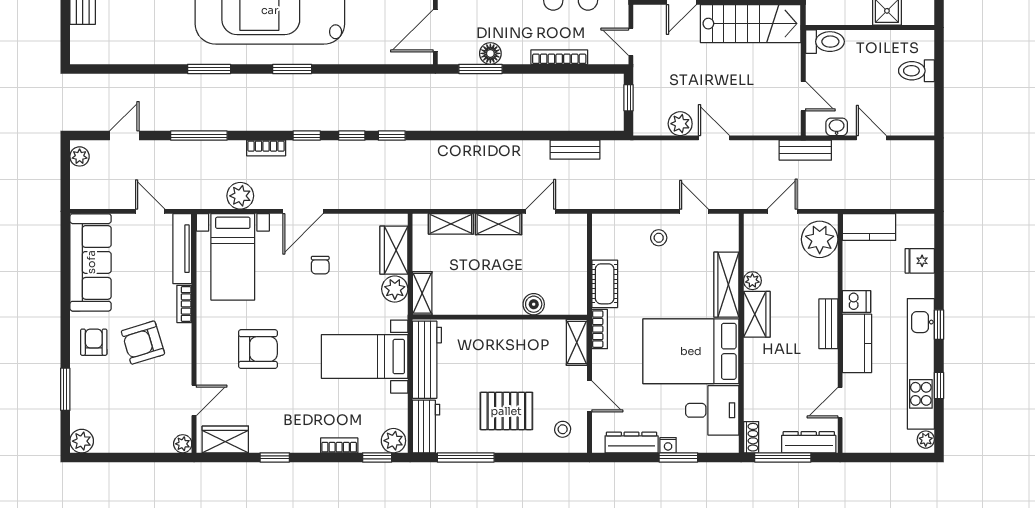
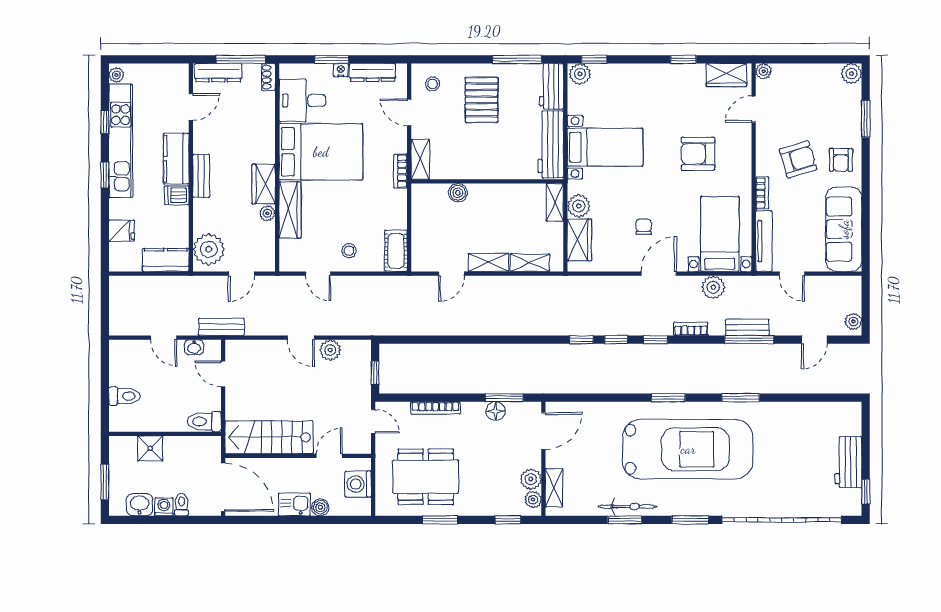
bench: (575, 150) -> (747, 327), moved
cot: (605, 284) -> (396, 251), moved
pallet: (506, 411) -> (482, 100), turned 90
bookcase: (339, 445) -> (627, 70), removed

